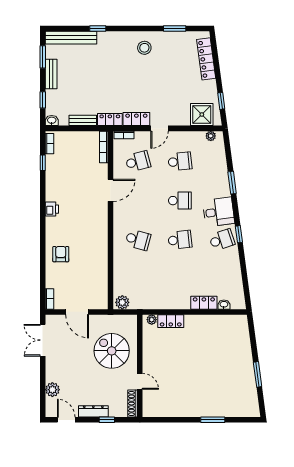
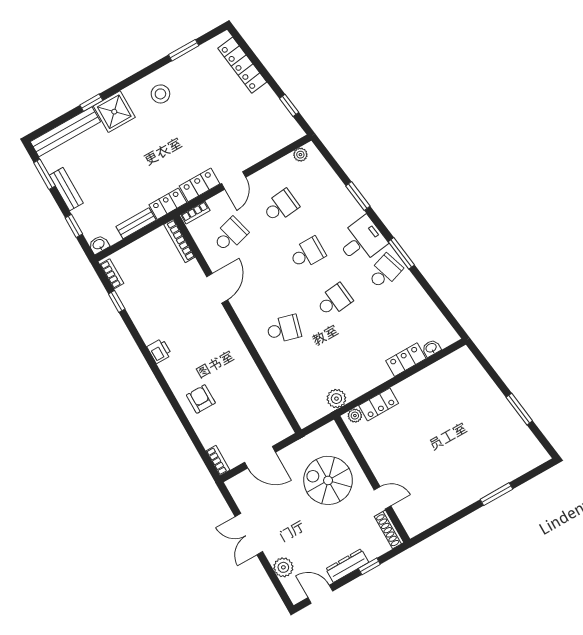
shower: (202, 114) -> (114, 112), moved
window: (239, 234) -> (401, 253), width x1.50
plant: (122, 302) -> (336, 399), moved
double door: (43, 340) -> (249, 534), moved

